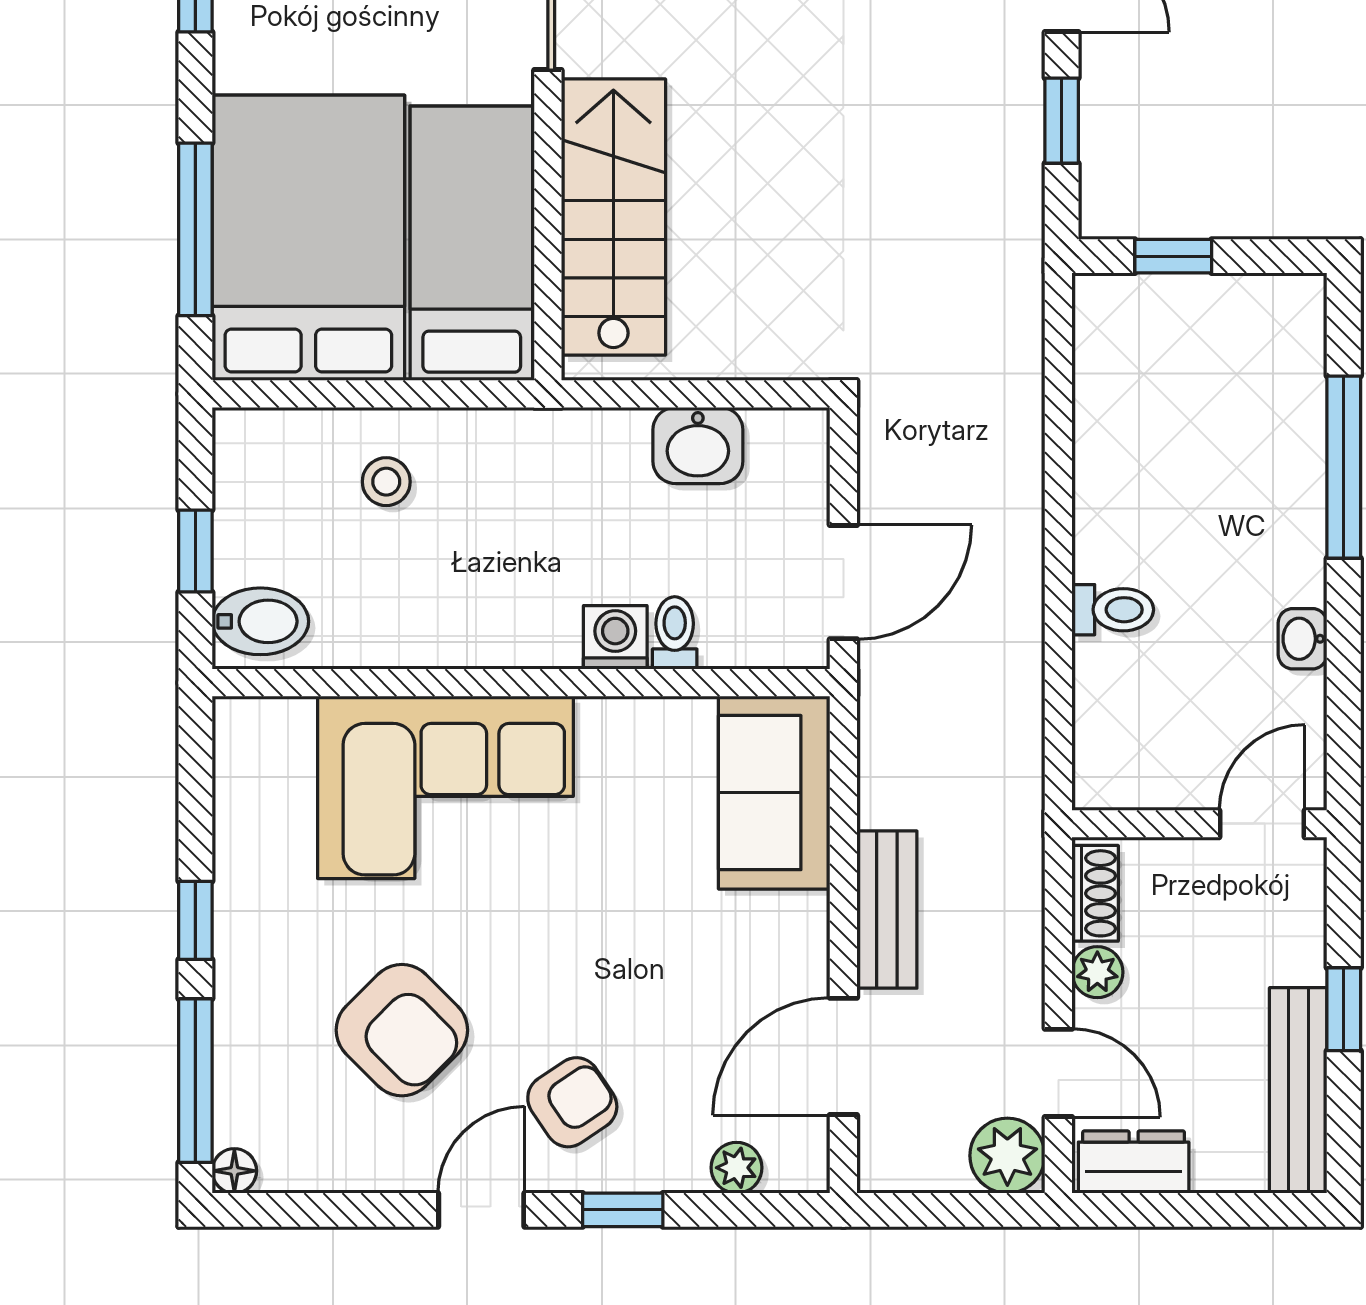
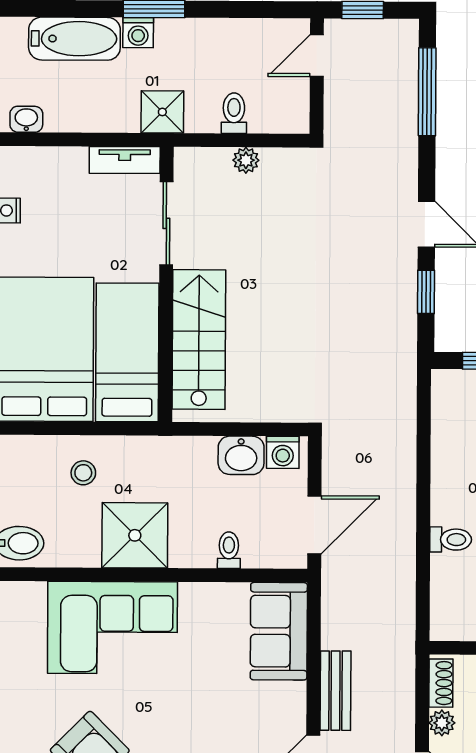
shower: (489, 605) -> (135, 535), added
washing machine: (615, 637) -> (283, 452), moved, turned 180

